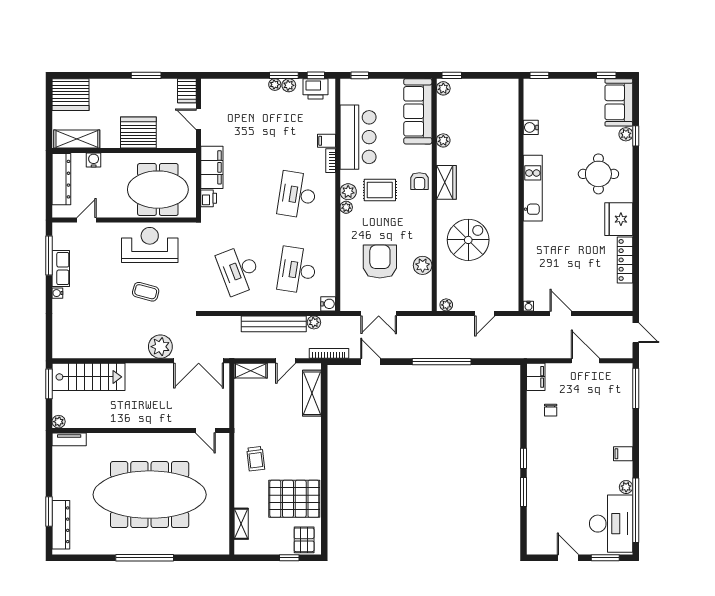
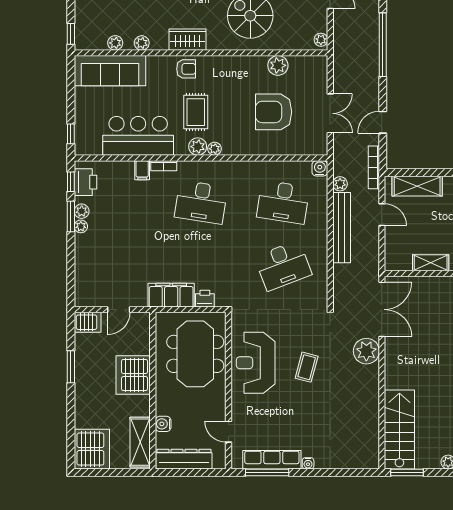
plant: (443, 88) -> (115, 43), moved
row of seats: (61, 269) -> (272, 460), width x1.48
shelving: (251, 371) -> (431, 263), moved, turned 90

